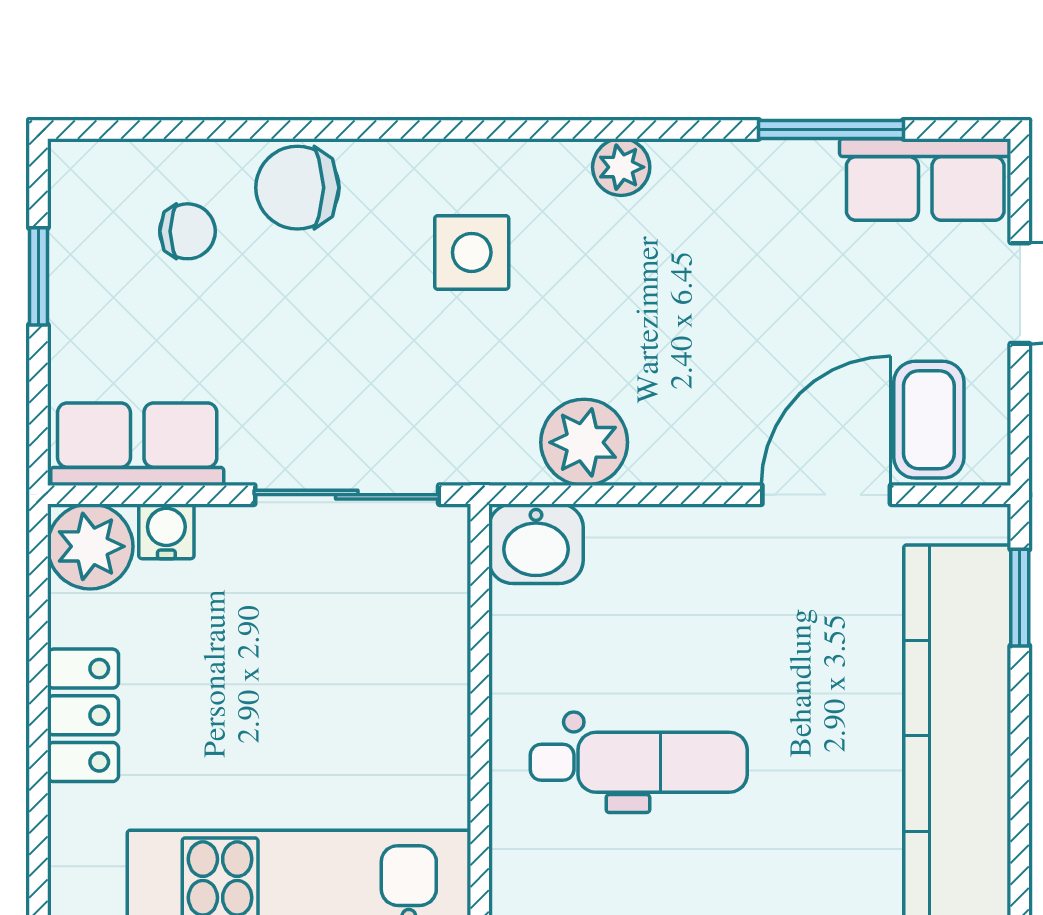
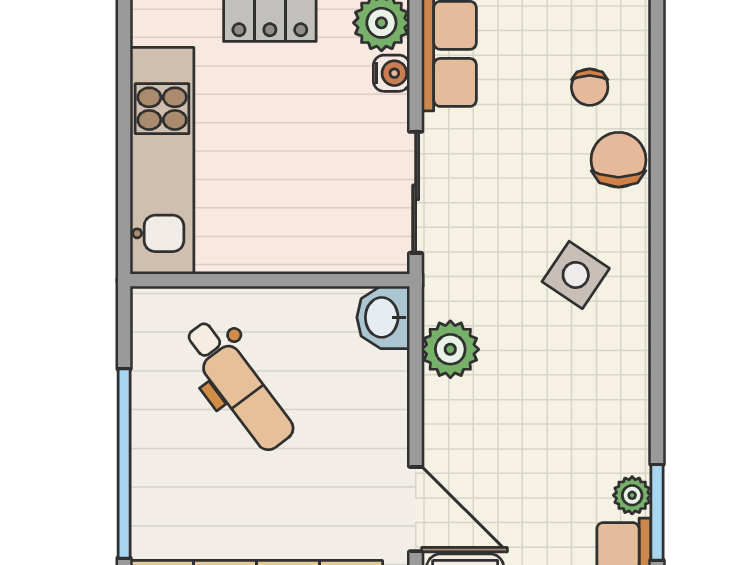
plant: (621, 167) -> (632, 495), moved
side table: (472, 252) -> (576, 275), turned 34
dental chair: (639, 762) -> (239, 385), turned -37

